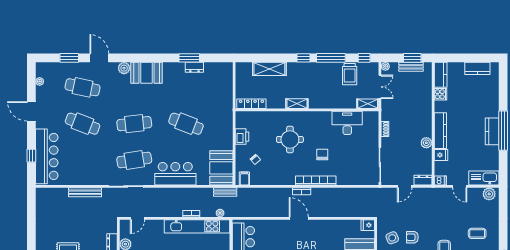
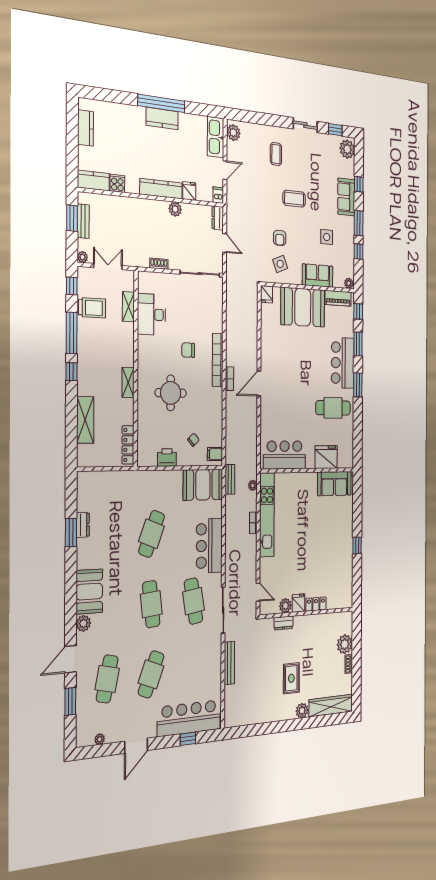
shelving: (368, 104) -> (128, 307), moved

